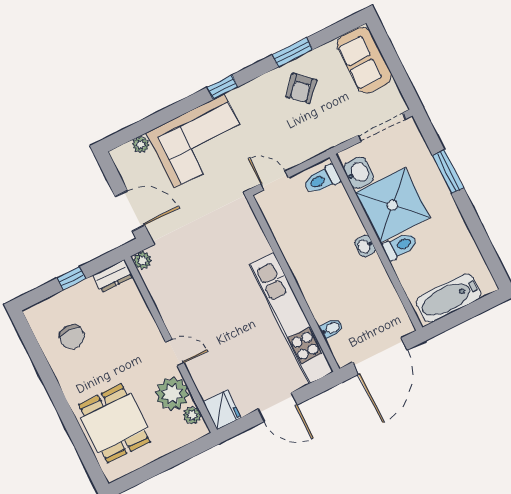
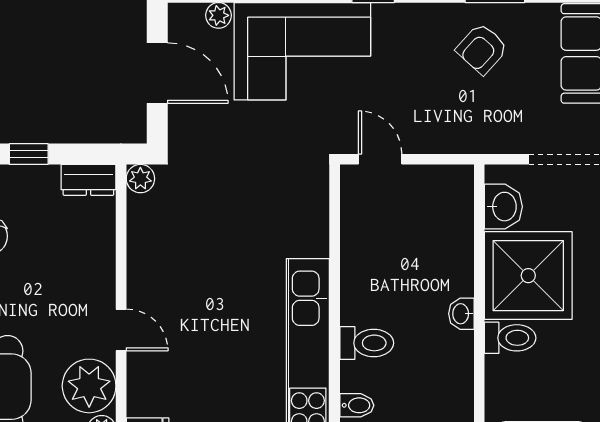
toilet: (322, 180) -> (367, 343), moved, turned 180
door: (130, 211) -> (157, 73), moved

